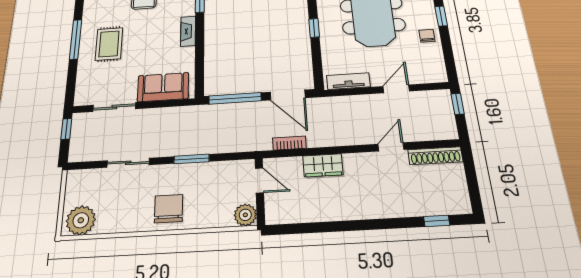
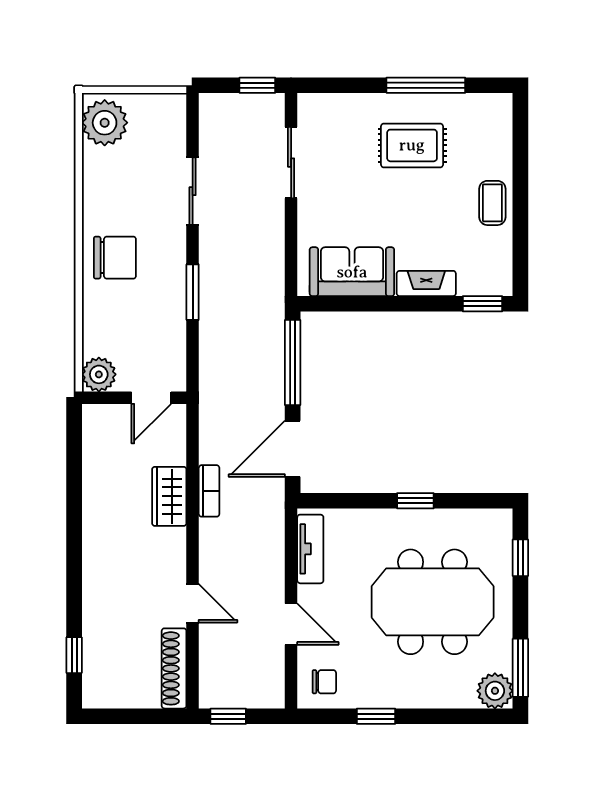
window: (441, 16) -> (376, 716), moved
chair: (427, 36) -> (324, 682), moved
sofa: (163, 87) -> (352, 272), moved, turned -90
window: (458, 104) -> (228, 716), moved
bookcase: (289, 143) -> (209, 491), moved

